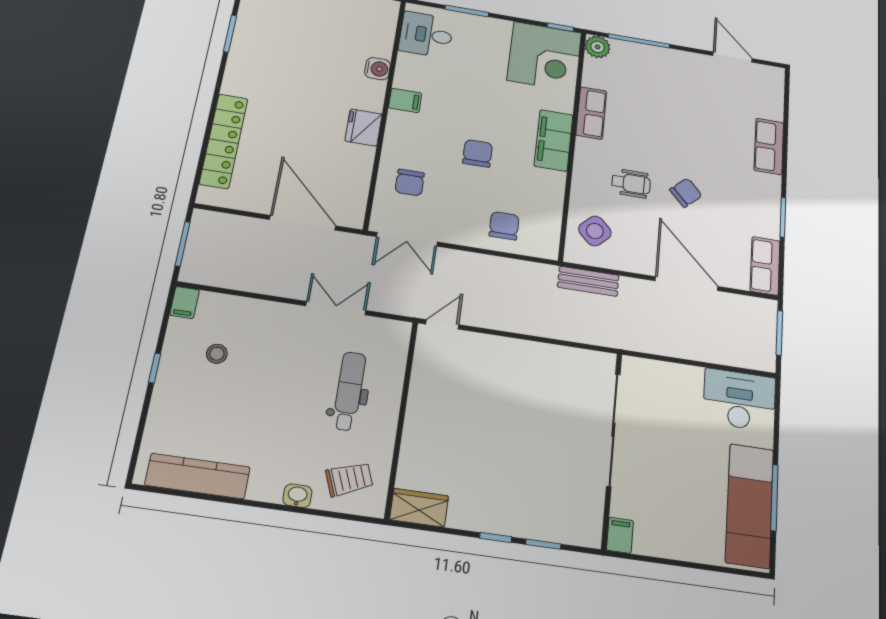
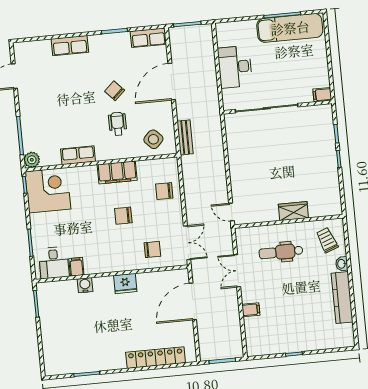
filing cabinet: (405, 100) -> (76, 267), moved
filing cabinet: (554, 140) -> (117, 172), moved
filing cabinet: (185, 302) -> (251, 310), moved
stool: (217, 354) -> (278, 325), removed
desk: (739, 400) -> (235, 67), moved
kitchen counter: (198, 476) -> (342, 298), moved
wardrobe: (419, 508) -> (293, 211), moved, turned 90

